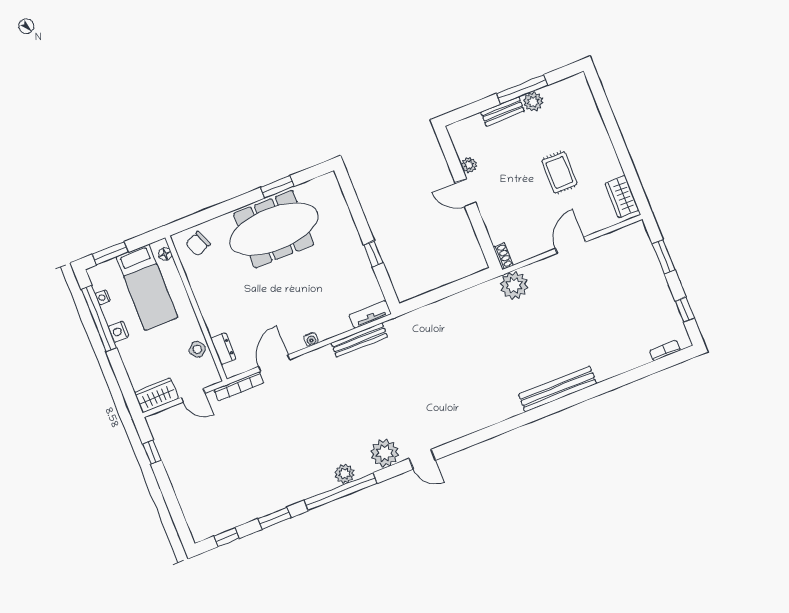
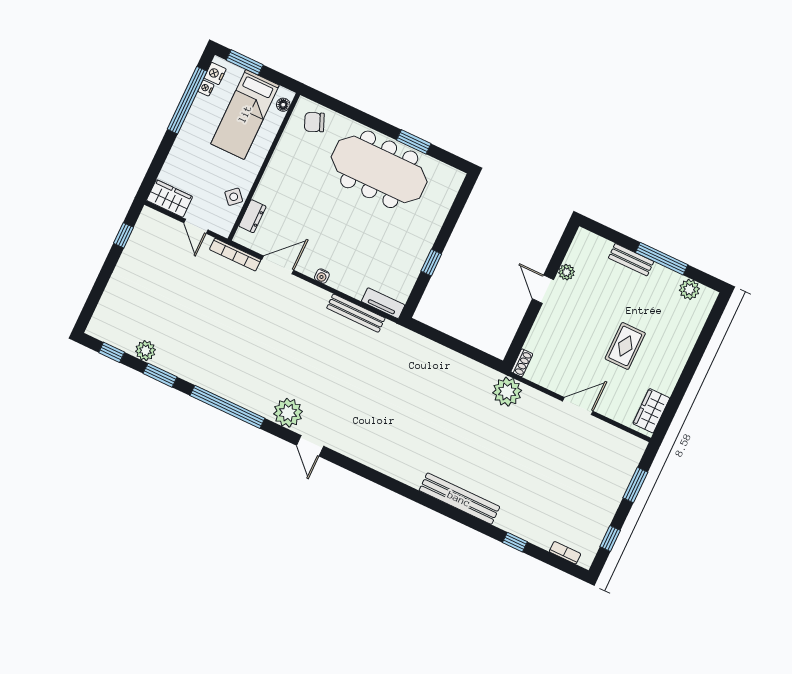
plant: (533, 102) -> (689, 289), moved
nightstand: (118, 331) -> (215, 74), moved
window: (625, 379) -> (515, 542), added
plant: (345, 474) -> (145, 351), moved

